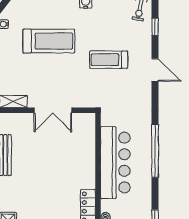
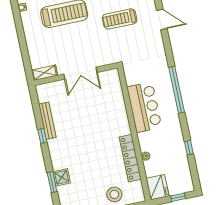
bar counter: (115, 163) -> (144, 107), width x0.73

